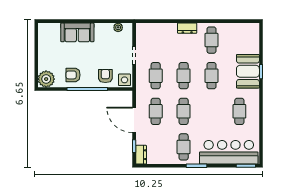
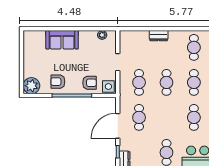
dresser: (187, 28) -> (159, 36), moved
armchair: (105, 76) -> (90, 83), turned 90
cafe table: (184, 111) -> (194, 117), moved
door: (134, 120) -> (118, 126), hinge flipped

